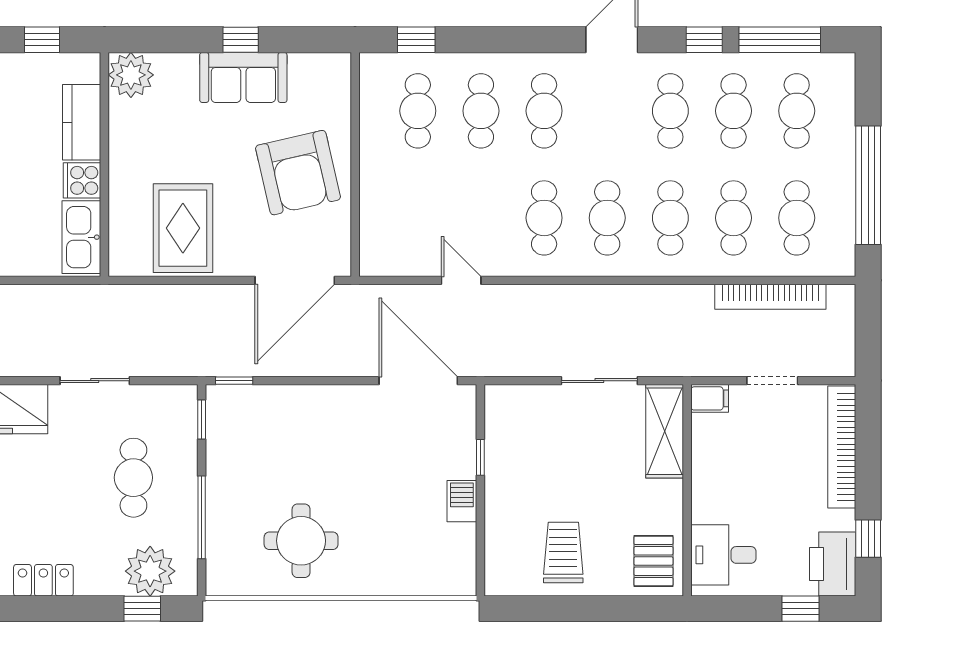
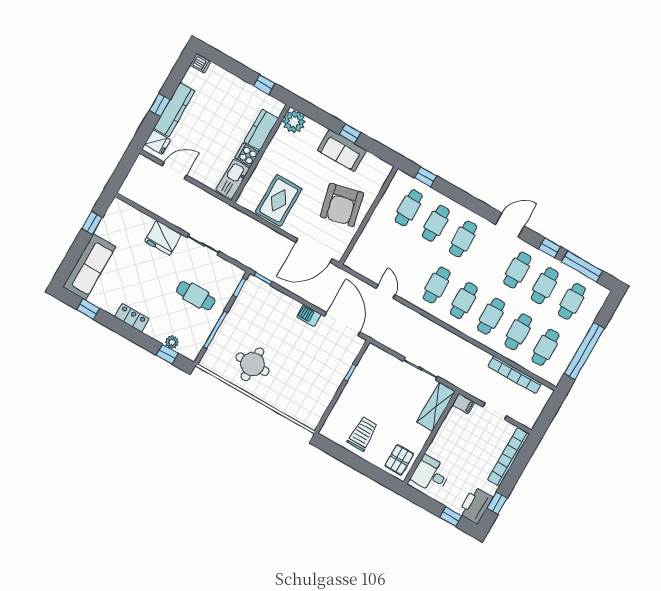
cafe table: (133, 478) -> (196, 296), turned 90
barbecue: (462, 501) -> (309, 315), moved, turned -90
plant: (150, 571) -> (172, 342), width x0.53, depth x0.53

